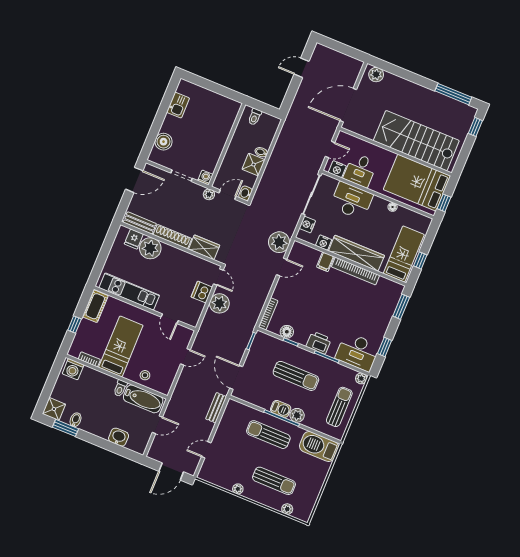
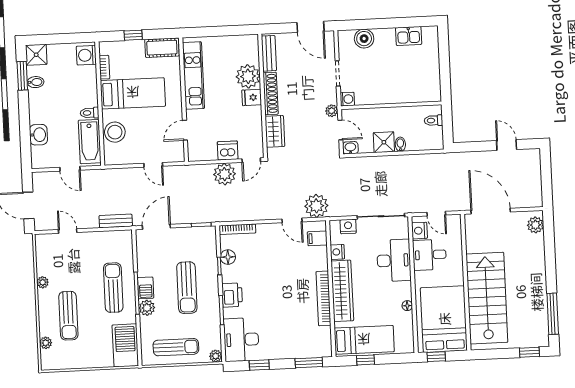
fridge: (134, 239) -> (252, 97), moved
filing cabinet: (325, 262) -> (317, 238), moved
stool: (145, 375) -> (115, 132), width x1.89, depth x1.89

